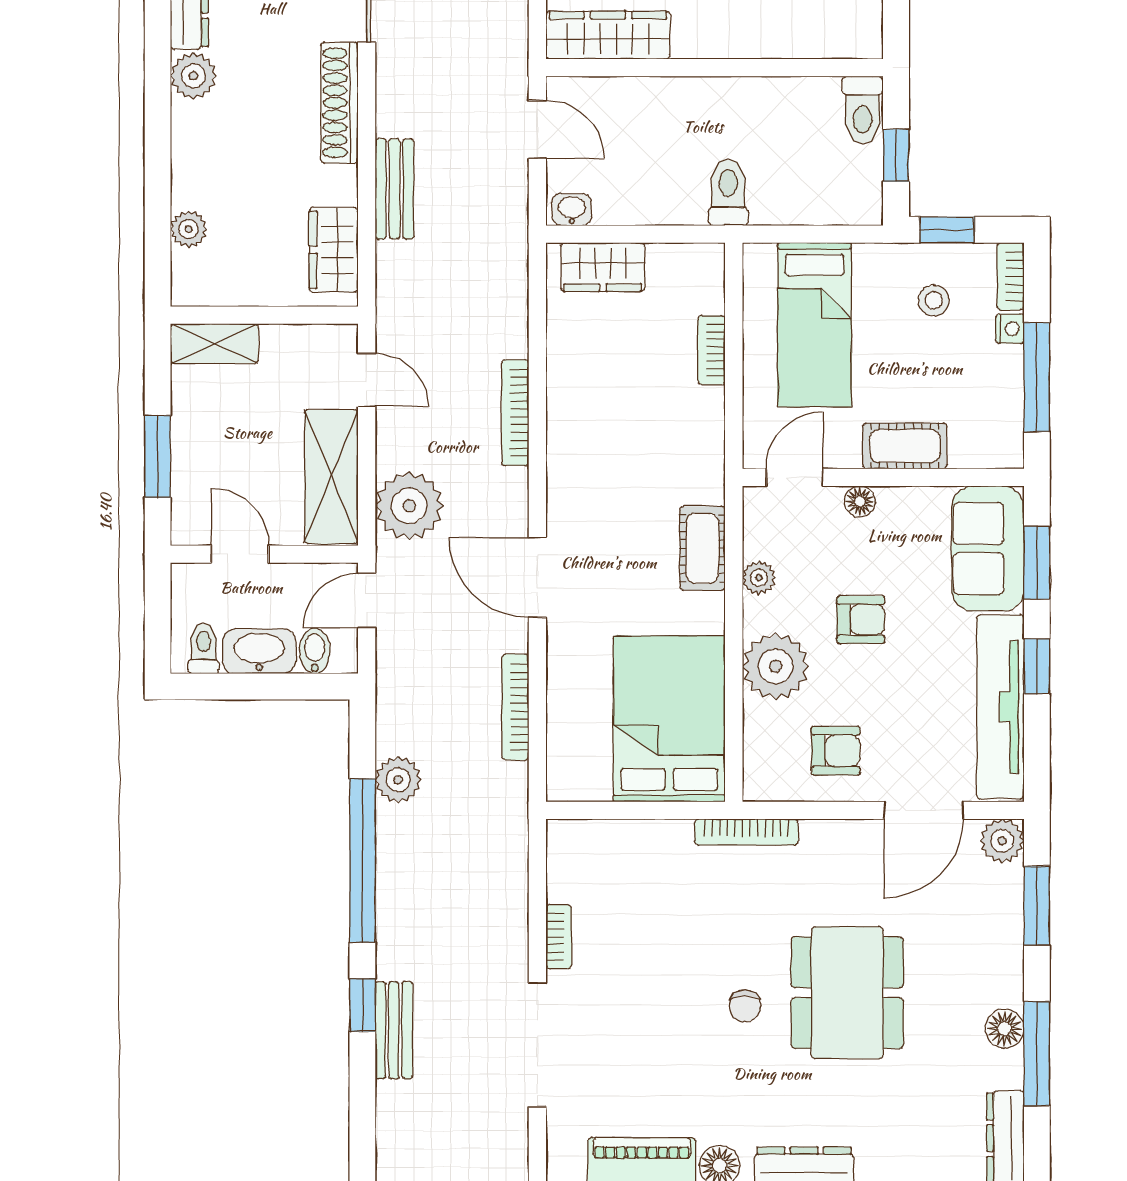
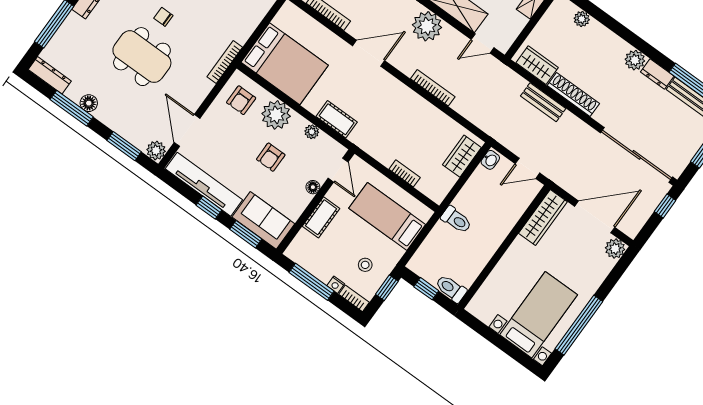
shoe rack: (339, 103) -> (573, 94), moved
armchair: (836, 751) -> (241, 100), moved

